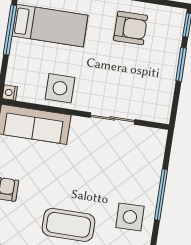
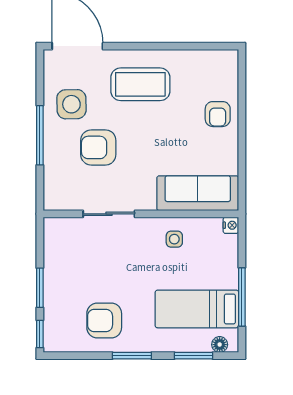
side table: (60, 88) -> (174, 239), width x0.54, depth x0.54
armchair: (113, 176) -> (98, 147), added

